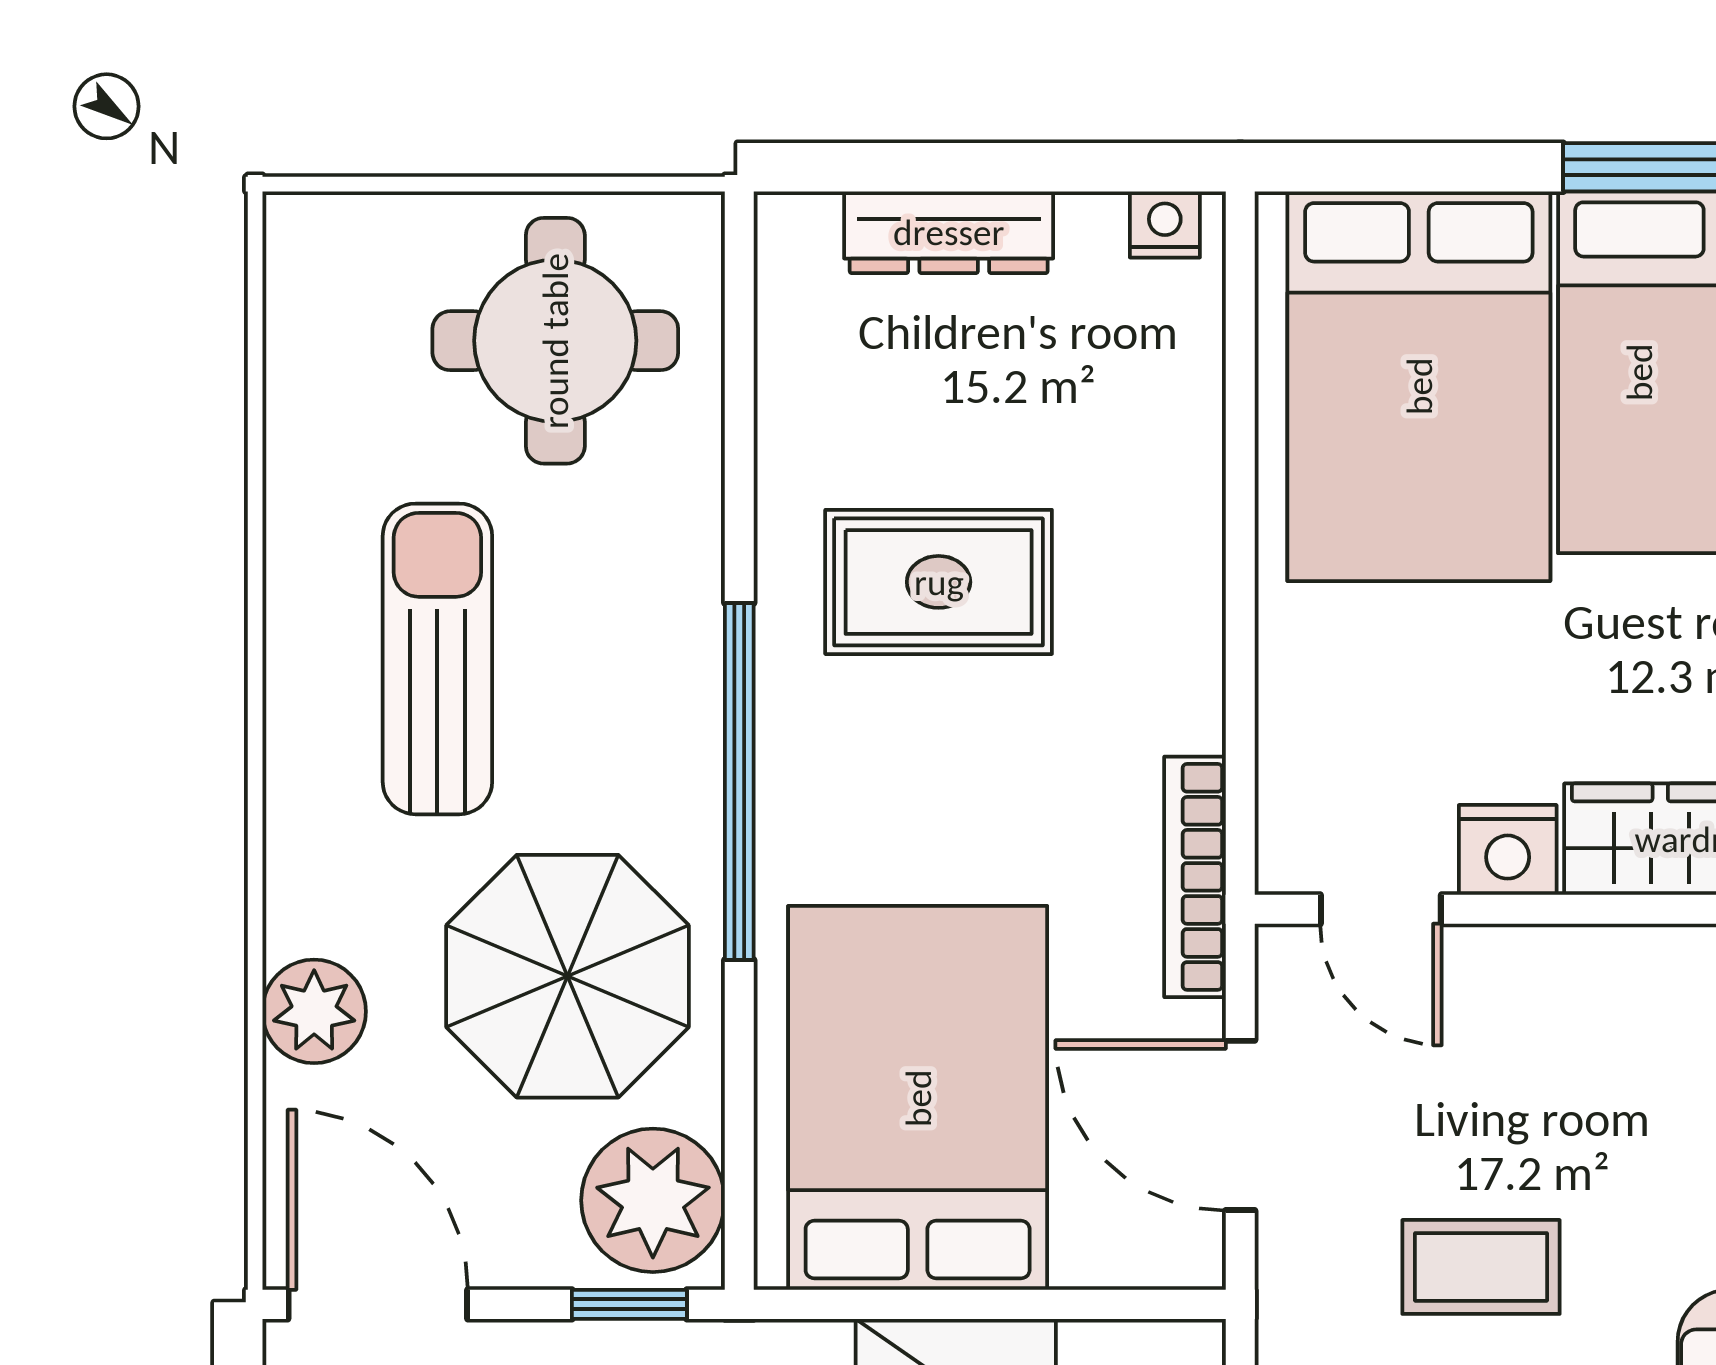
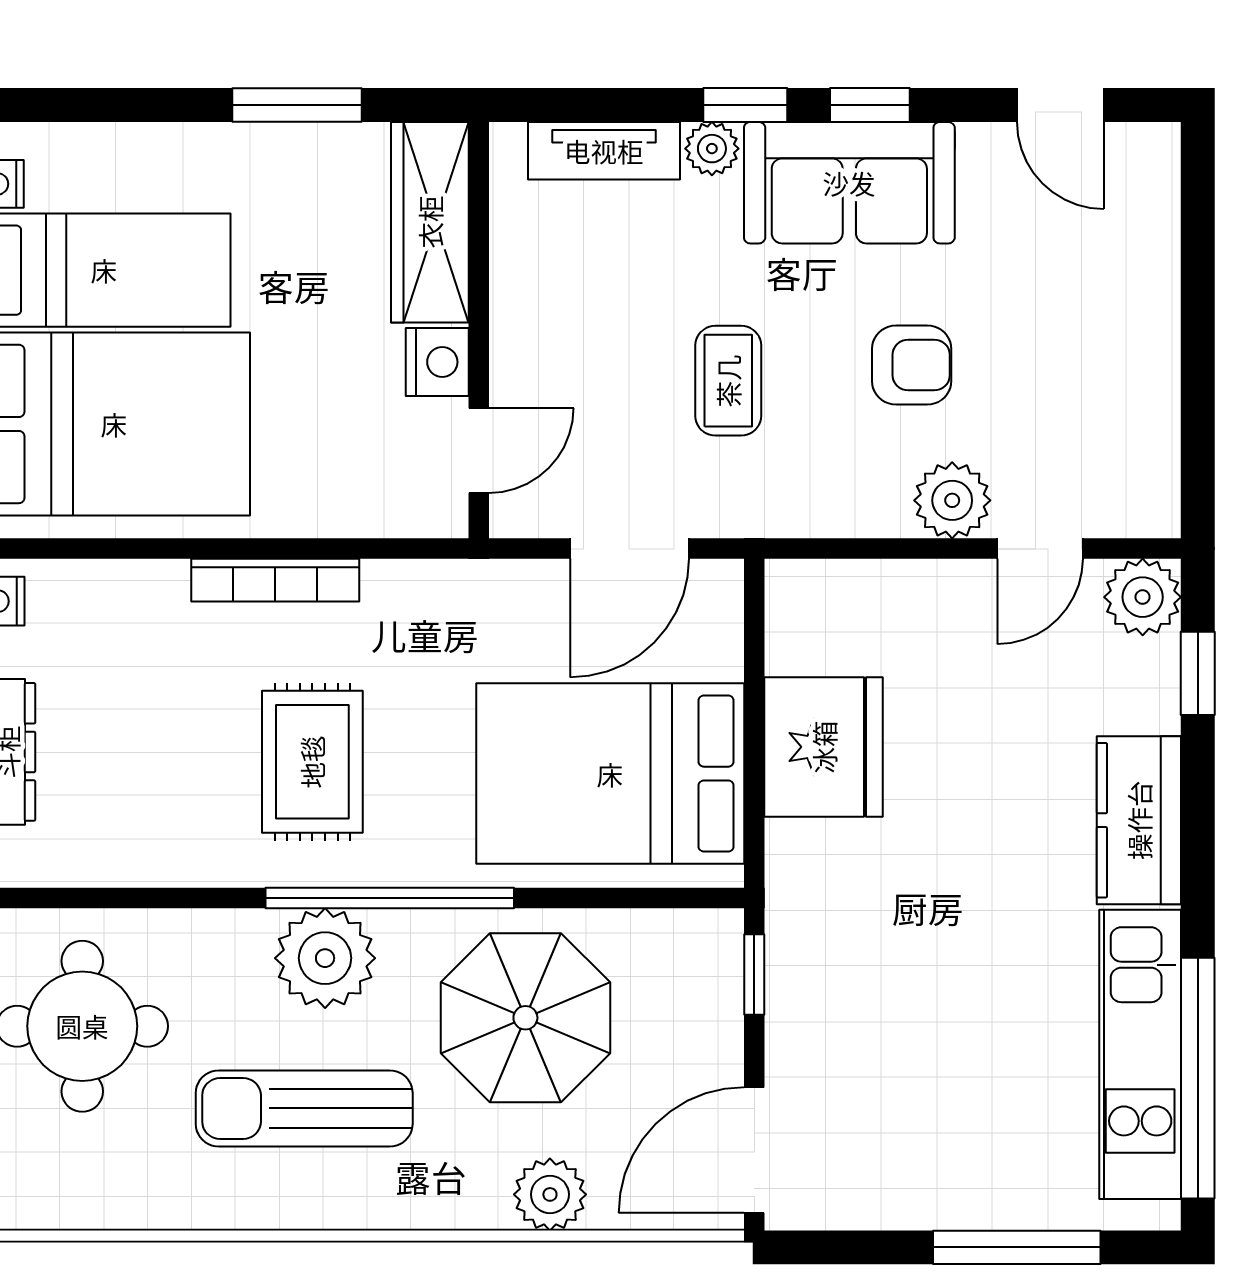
rug: (939, 582) -> (312, 762), moved
bookcase: (1195, 877) -> (275, 580), moved
plant: (653, 1200) -> (325, 958), moved

